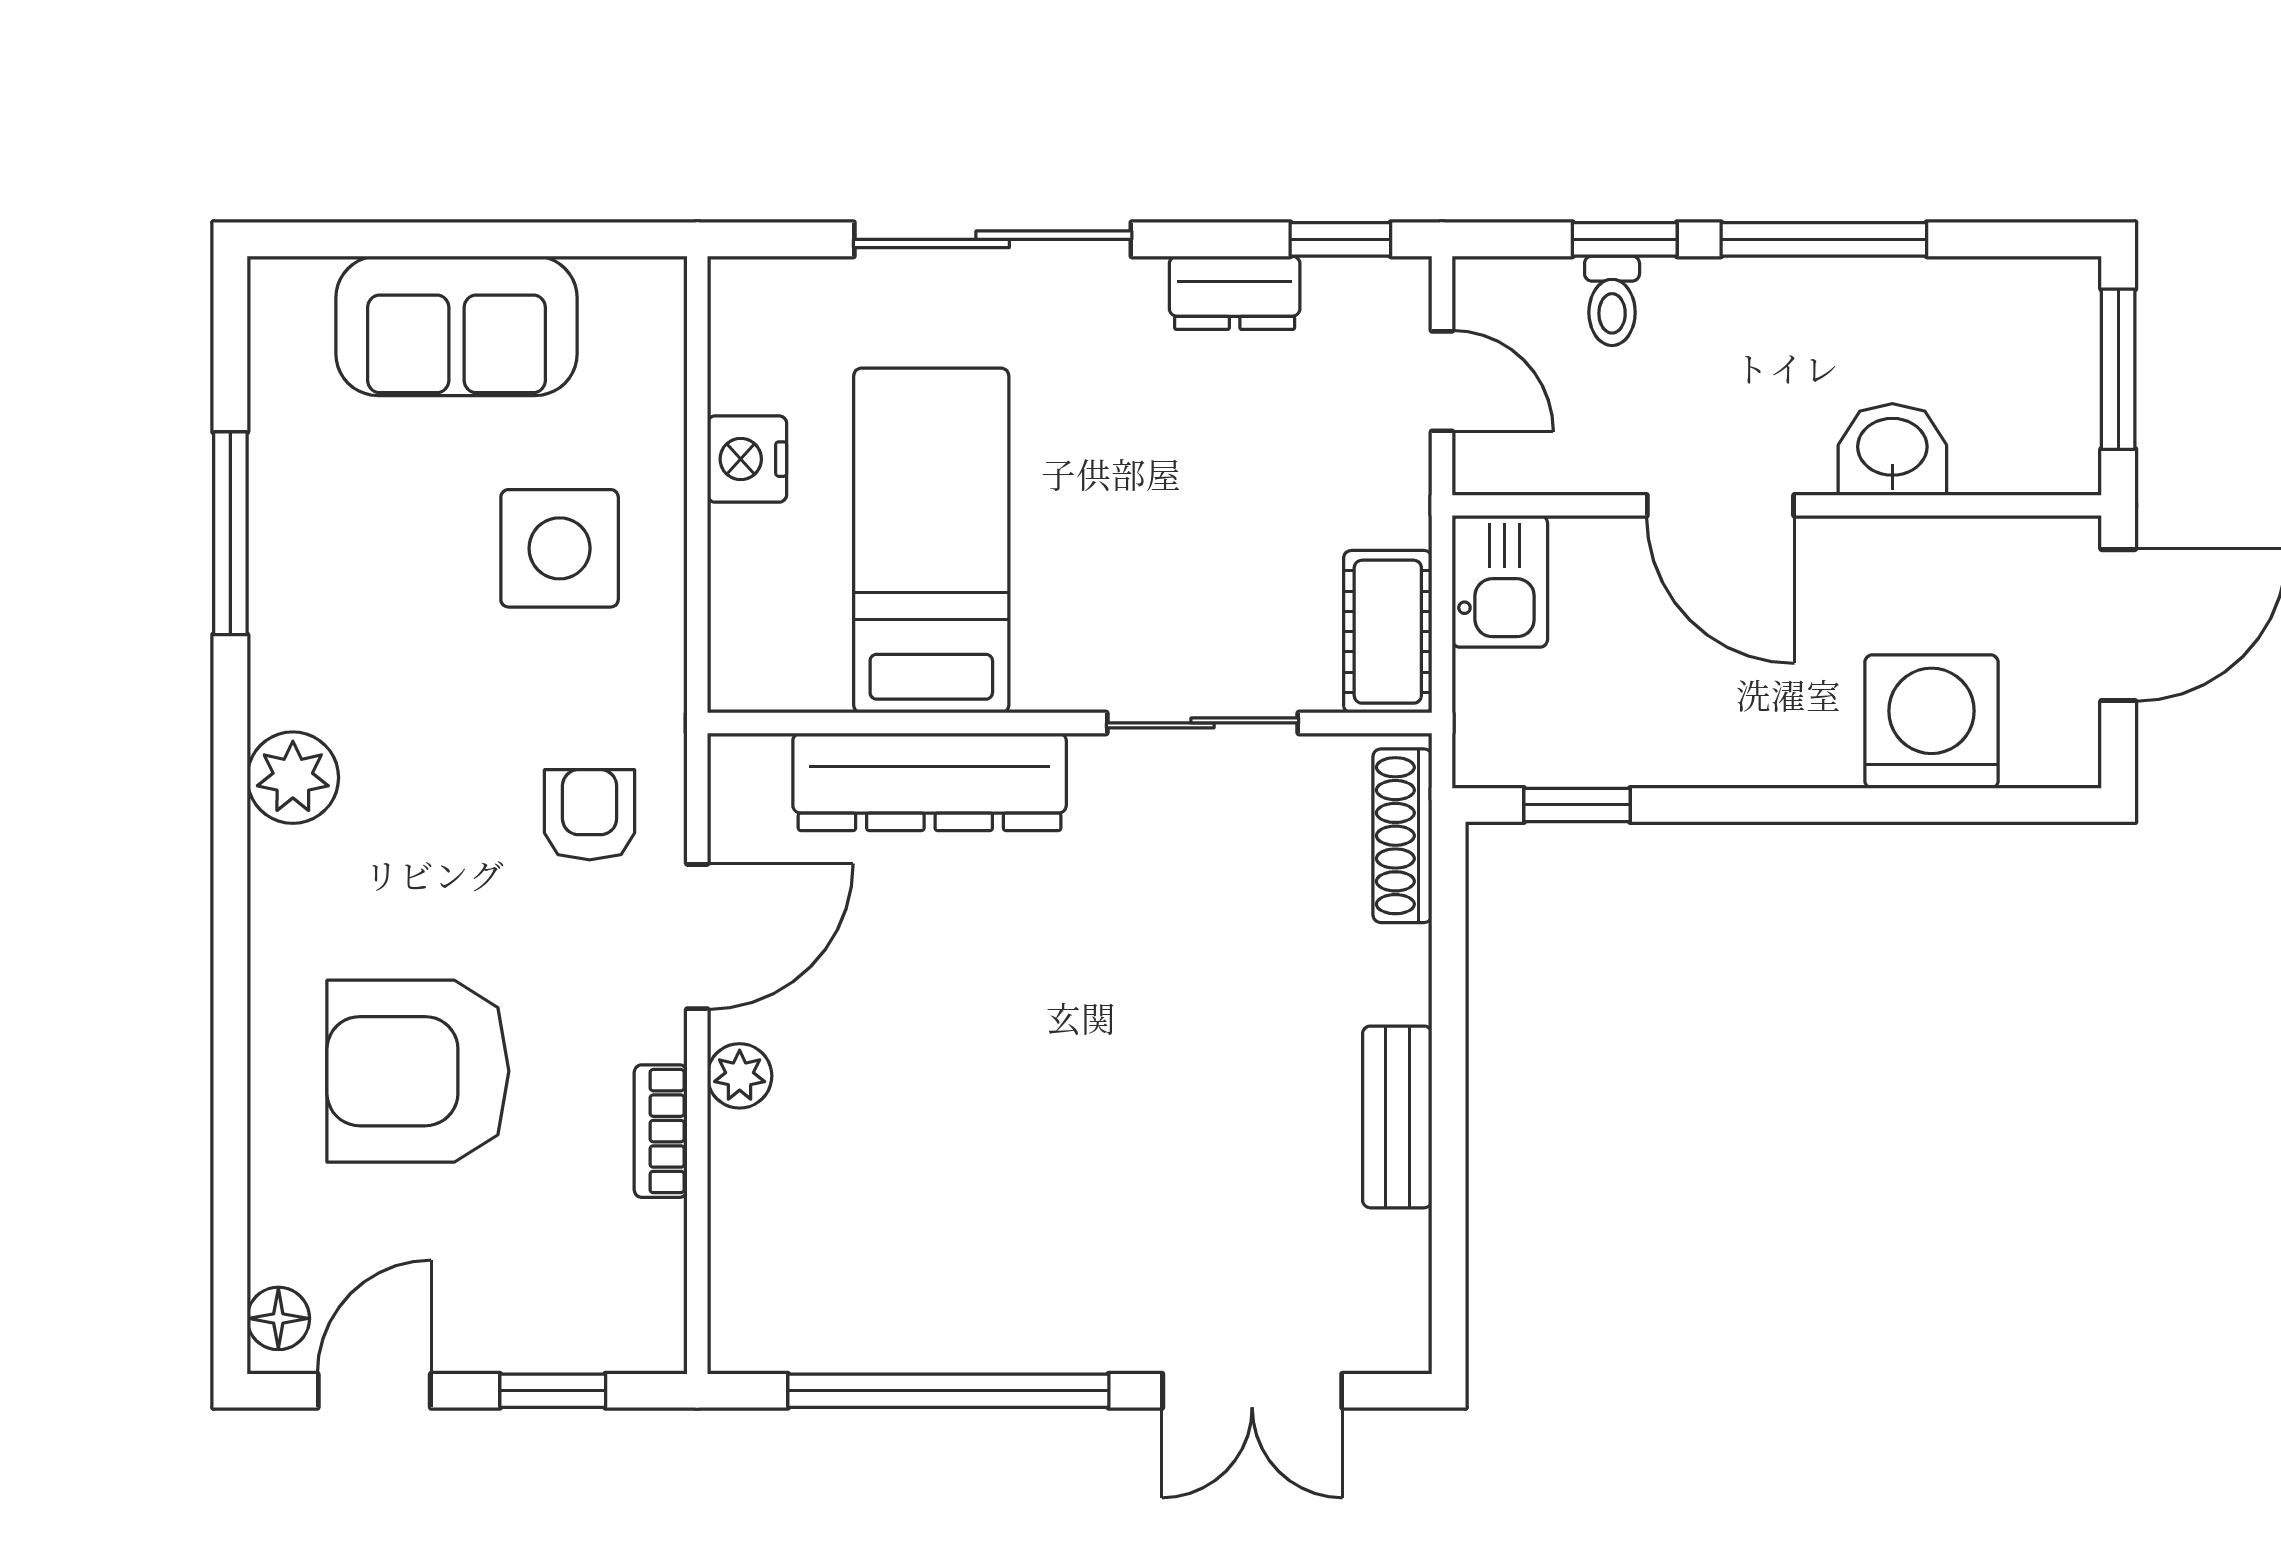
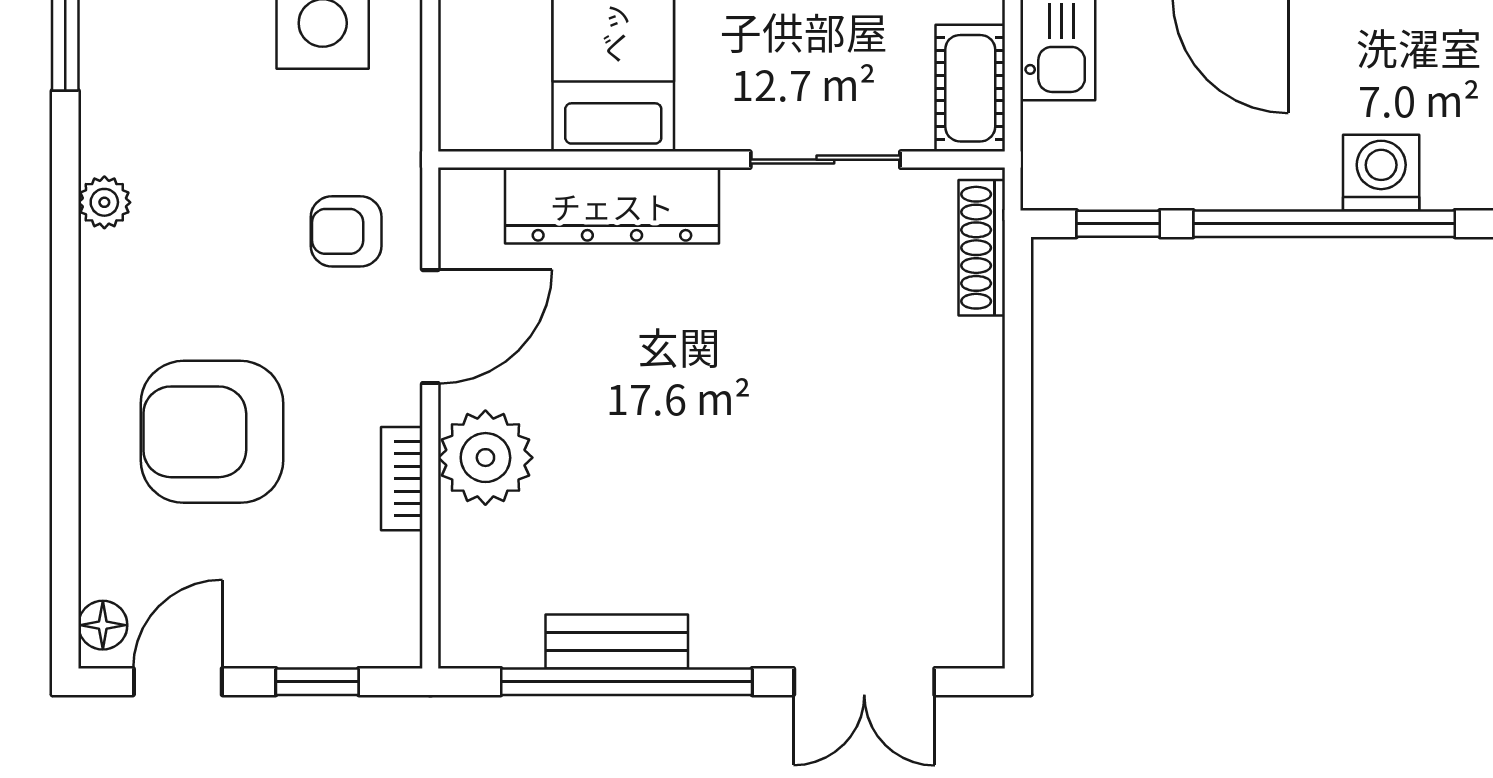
washing machine: (1931, 722) -> (1381, 173), width x0.73, depth x0.73
plant: (293, 778) -> (104, 202), width x0.73, depth x0.73
window: (1840, 805) -> (1324, 224), added
armchair: (590, 815) -> (346, 231), turned -90
plant: (740, 1076) -> (485, 458), width x1.88, depth x1.88
bench: (1397, 1117) -> (617, 641), moved, turned 90

